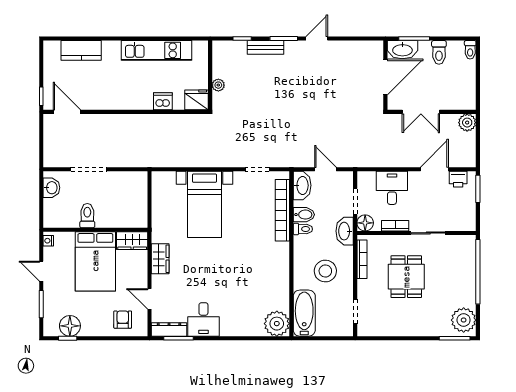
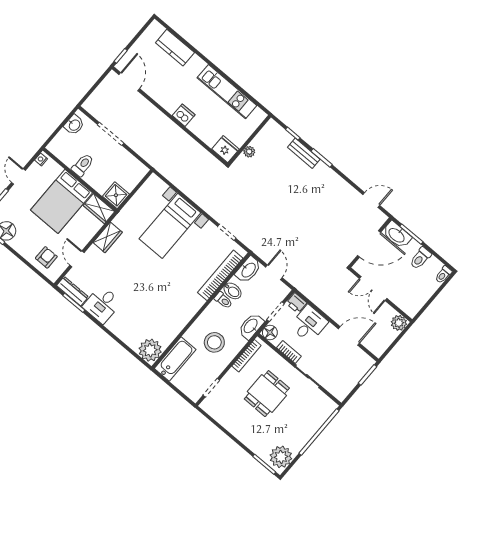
door: (317, 39) -> (371, 200), moved
dishwasher: (163, 101) -> (184, 115), moved
printer: (458, 179) -> (296, 303), moved
shower: (137, 217) -> (116, 195), added

